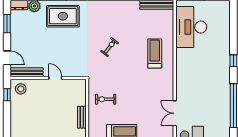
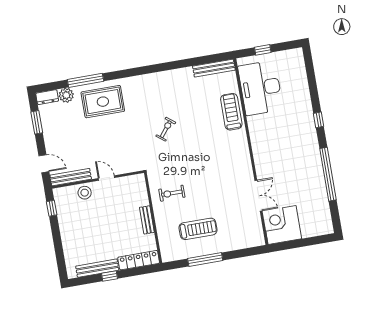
treadmill: (155, 54) -> (231, 112), moved
stool: (21, 89) -> (85, 193), moved
double door: (175, 113) -> (258, 196), swing flipped

